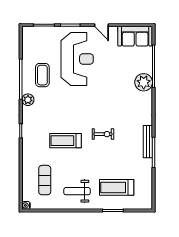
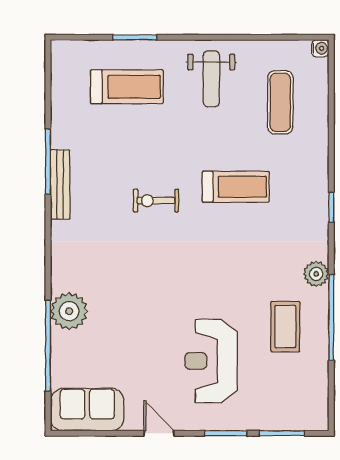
reception desk: (77, 59) -> (211, 361), width x0.74, depth x0.77
weight bench: (77, 191) -> (211, 79), turned 90

